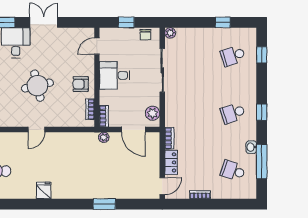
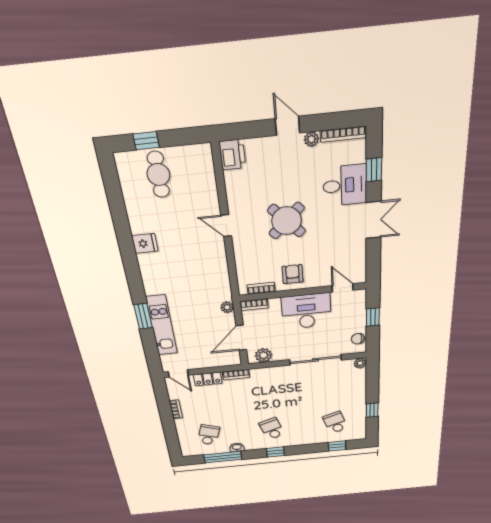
desk: (115, 75) -> (306, 311), width x1.37
round table: (37, 86) -> (287, 221), turned -31
kitchen unit: (114, 191) -> (162, 325), added

